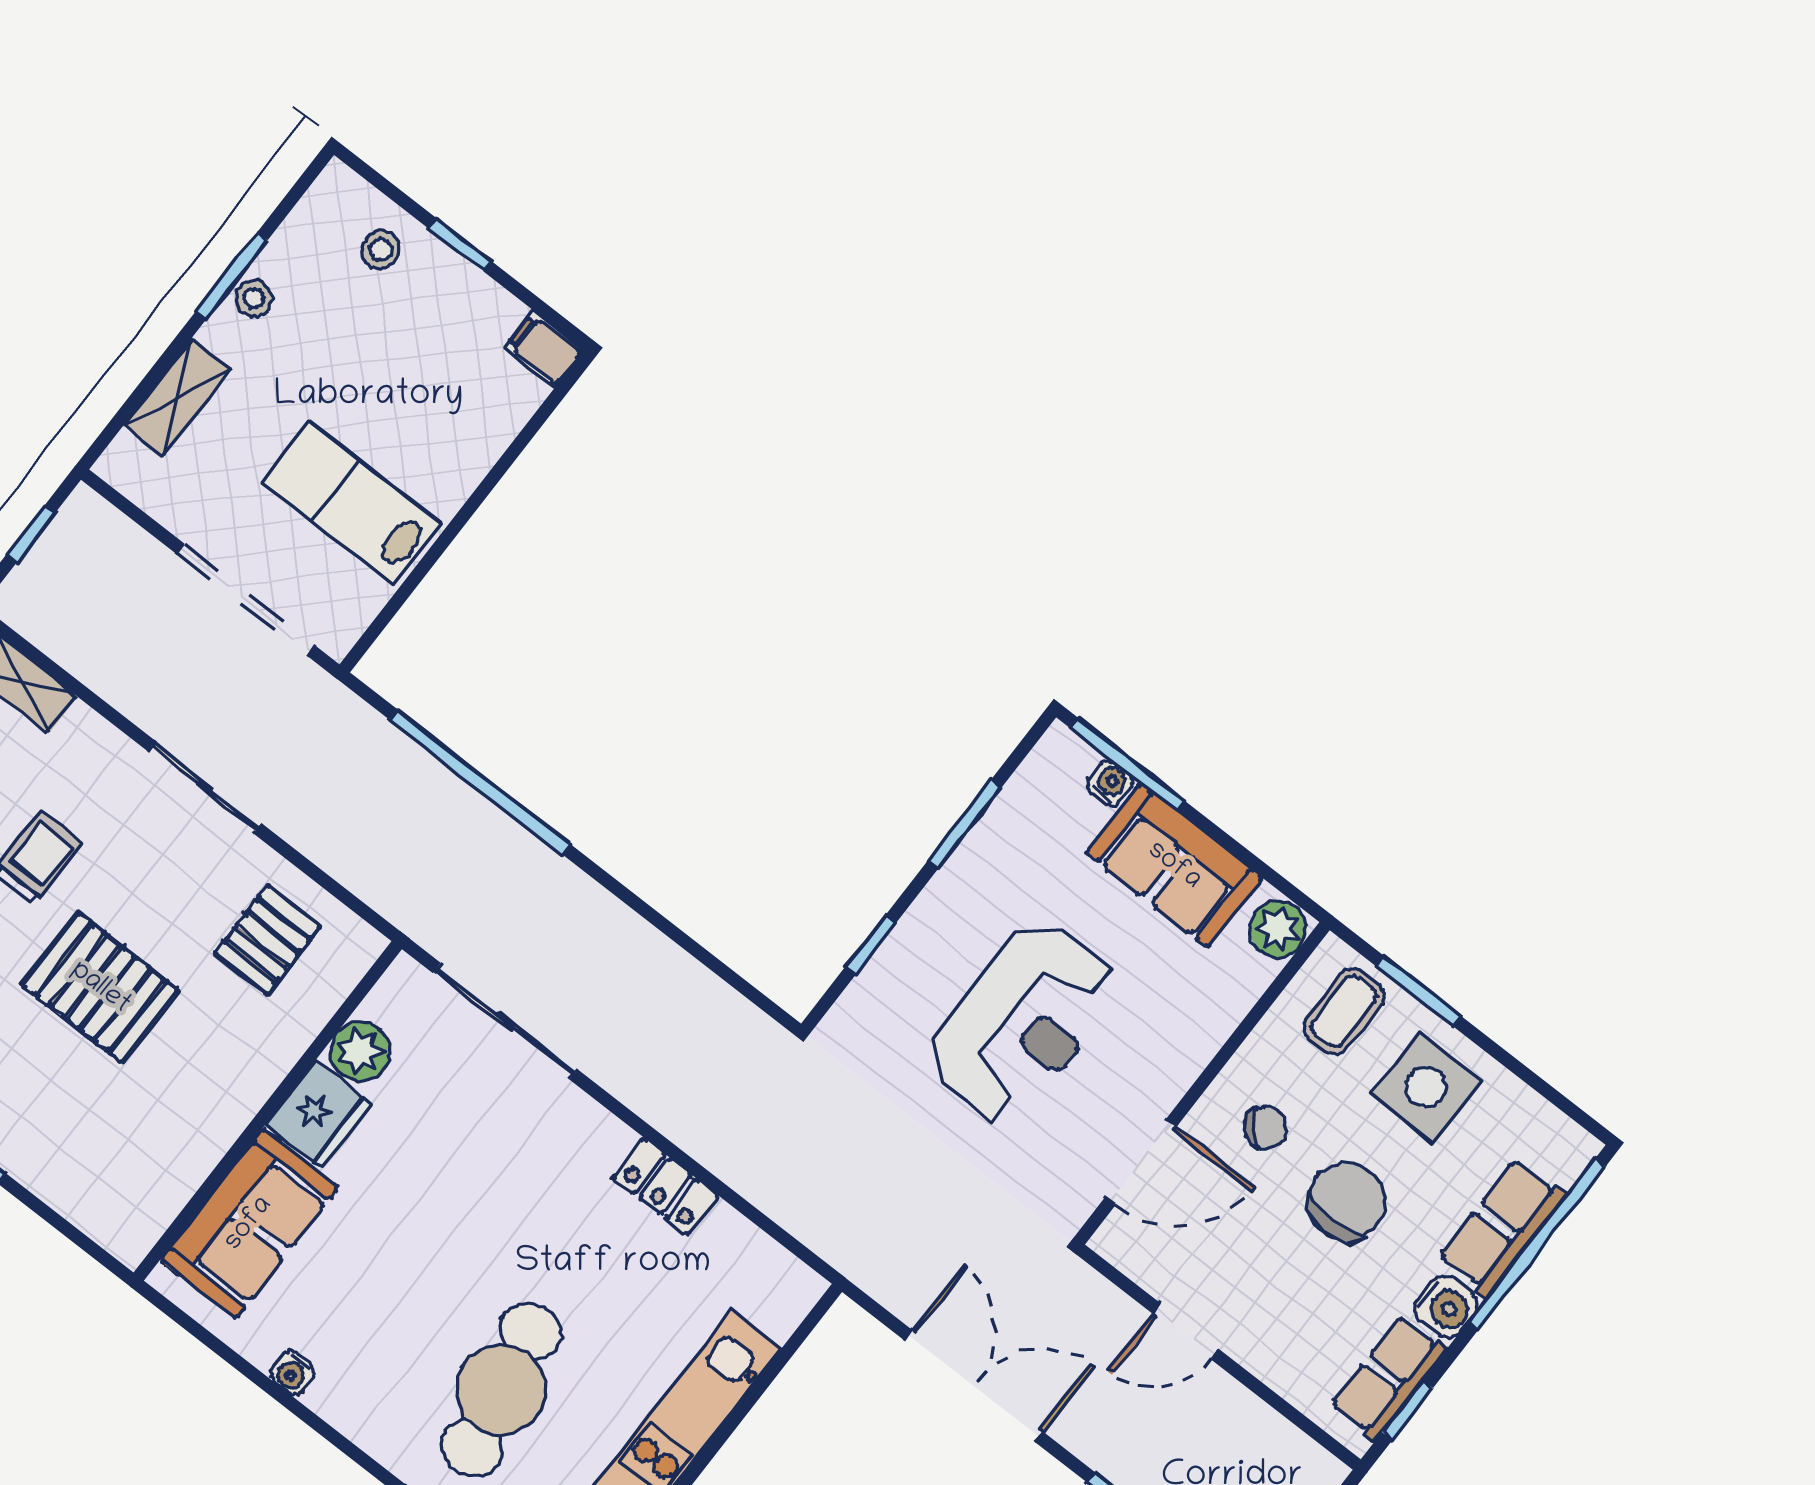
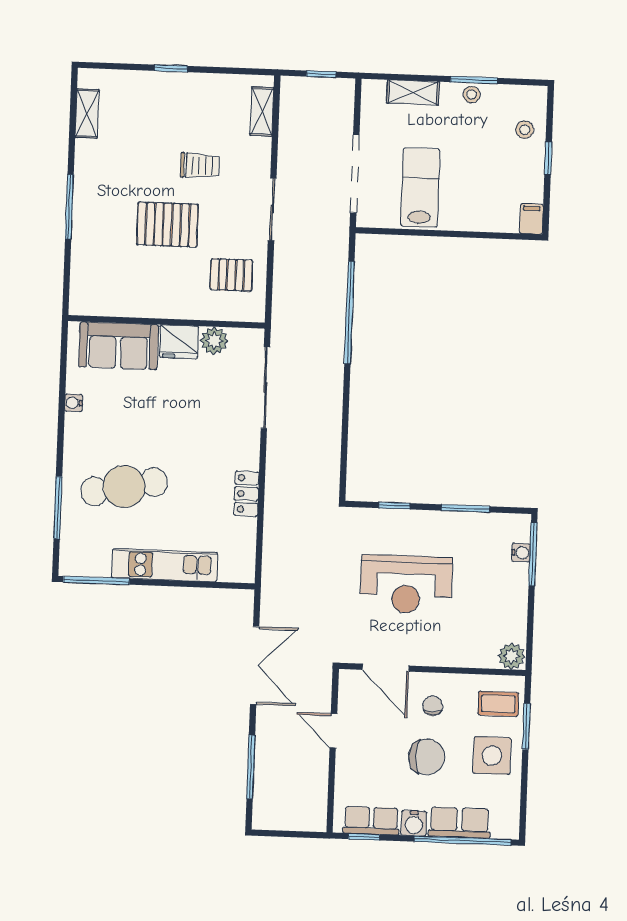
sofa: (1174, 866) -> (507, 599), removed
pallet: (100, 988) -> (167, 225), turned 90
chair: (1266, 1128) -> (433, 706), turned -137

